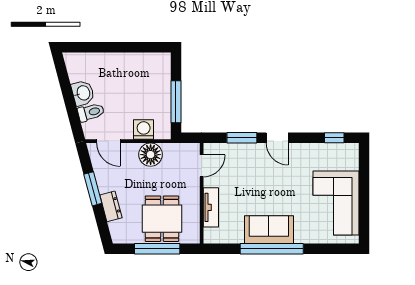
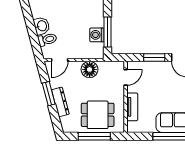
washing machine: (144, 130) -> (97, 35), moved, turned -90
door: (108, 141) -> (60, 60), hinge flipped
dresser: (111, 206) -> (60, 102), width x1.44
dining table: (162, 219) -> (98, 115), turned 90

